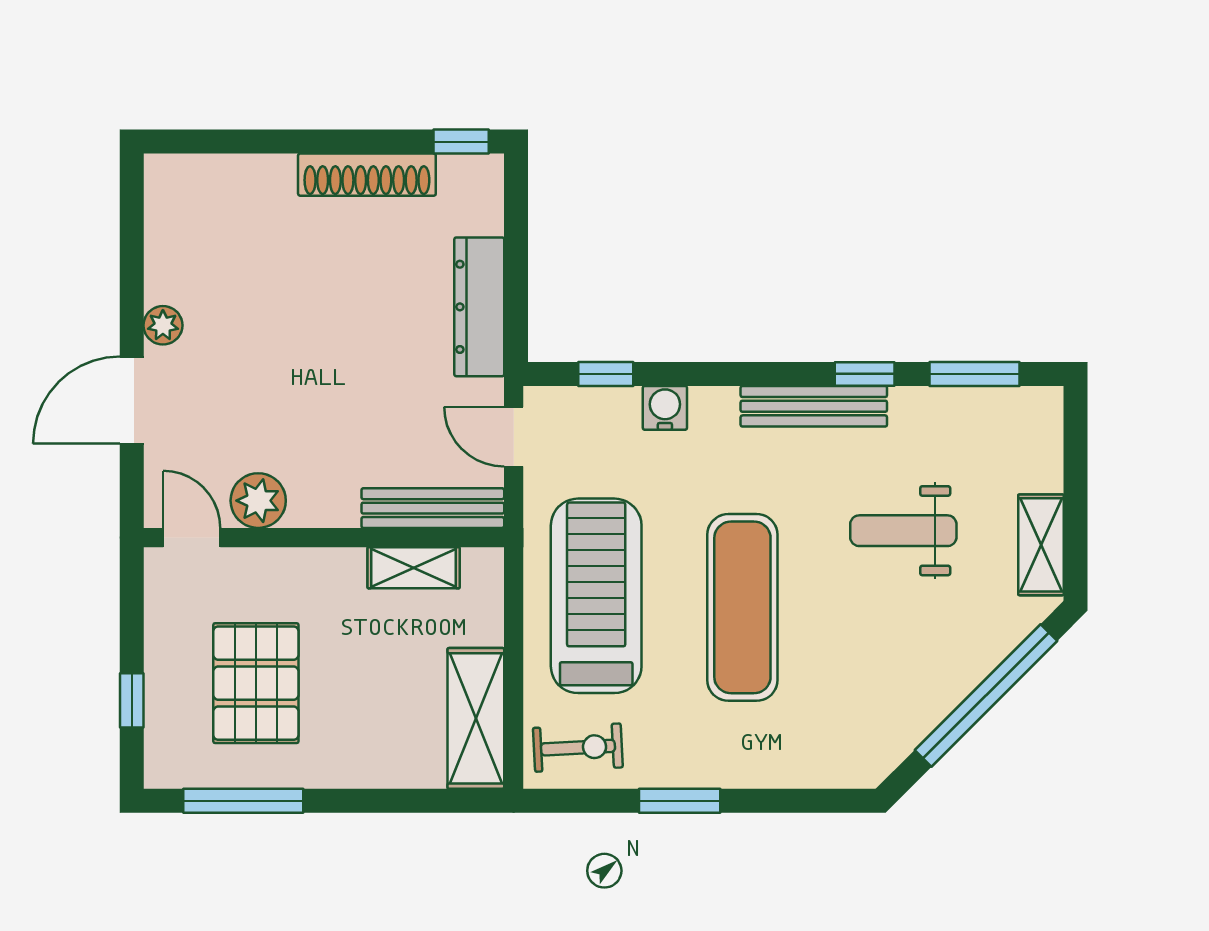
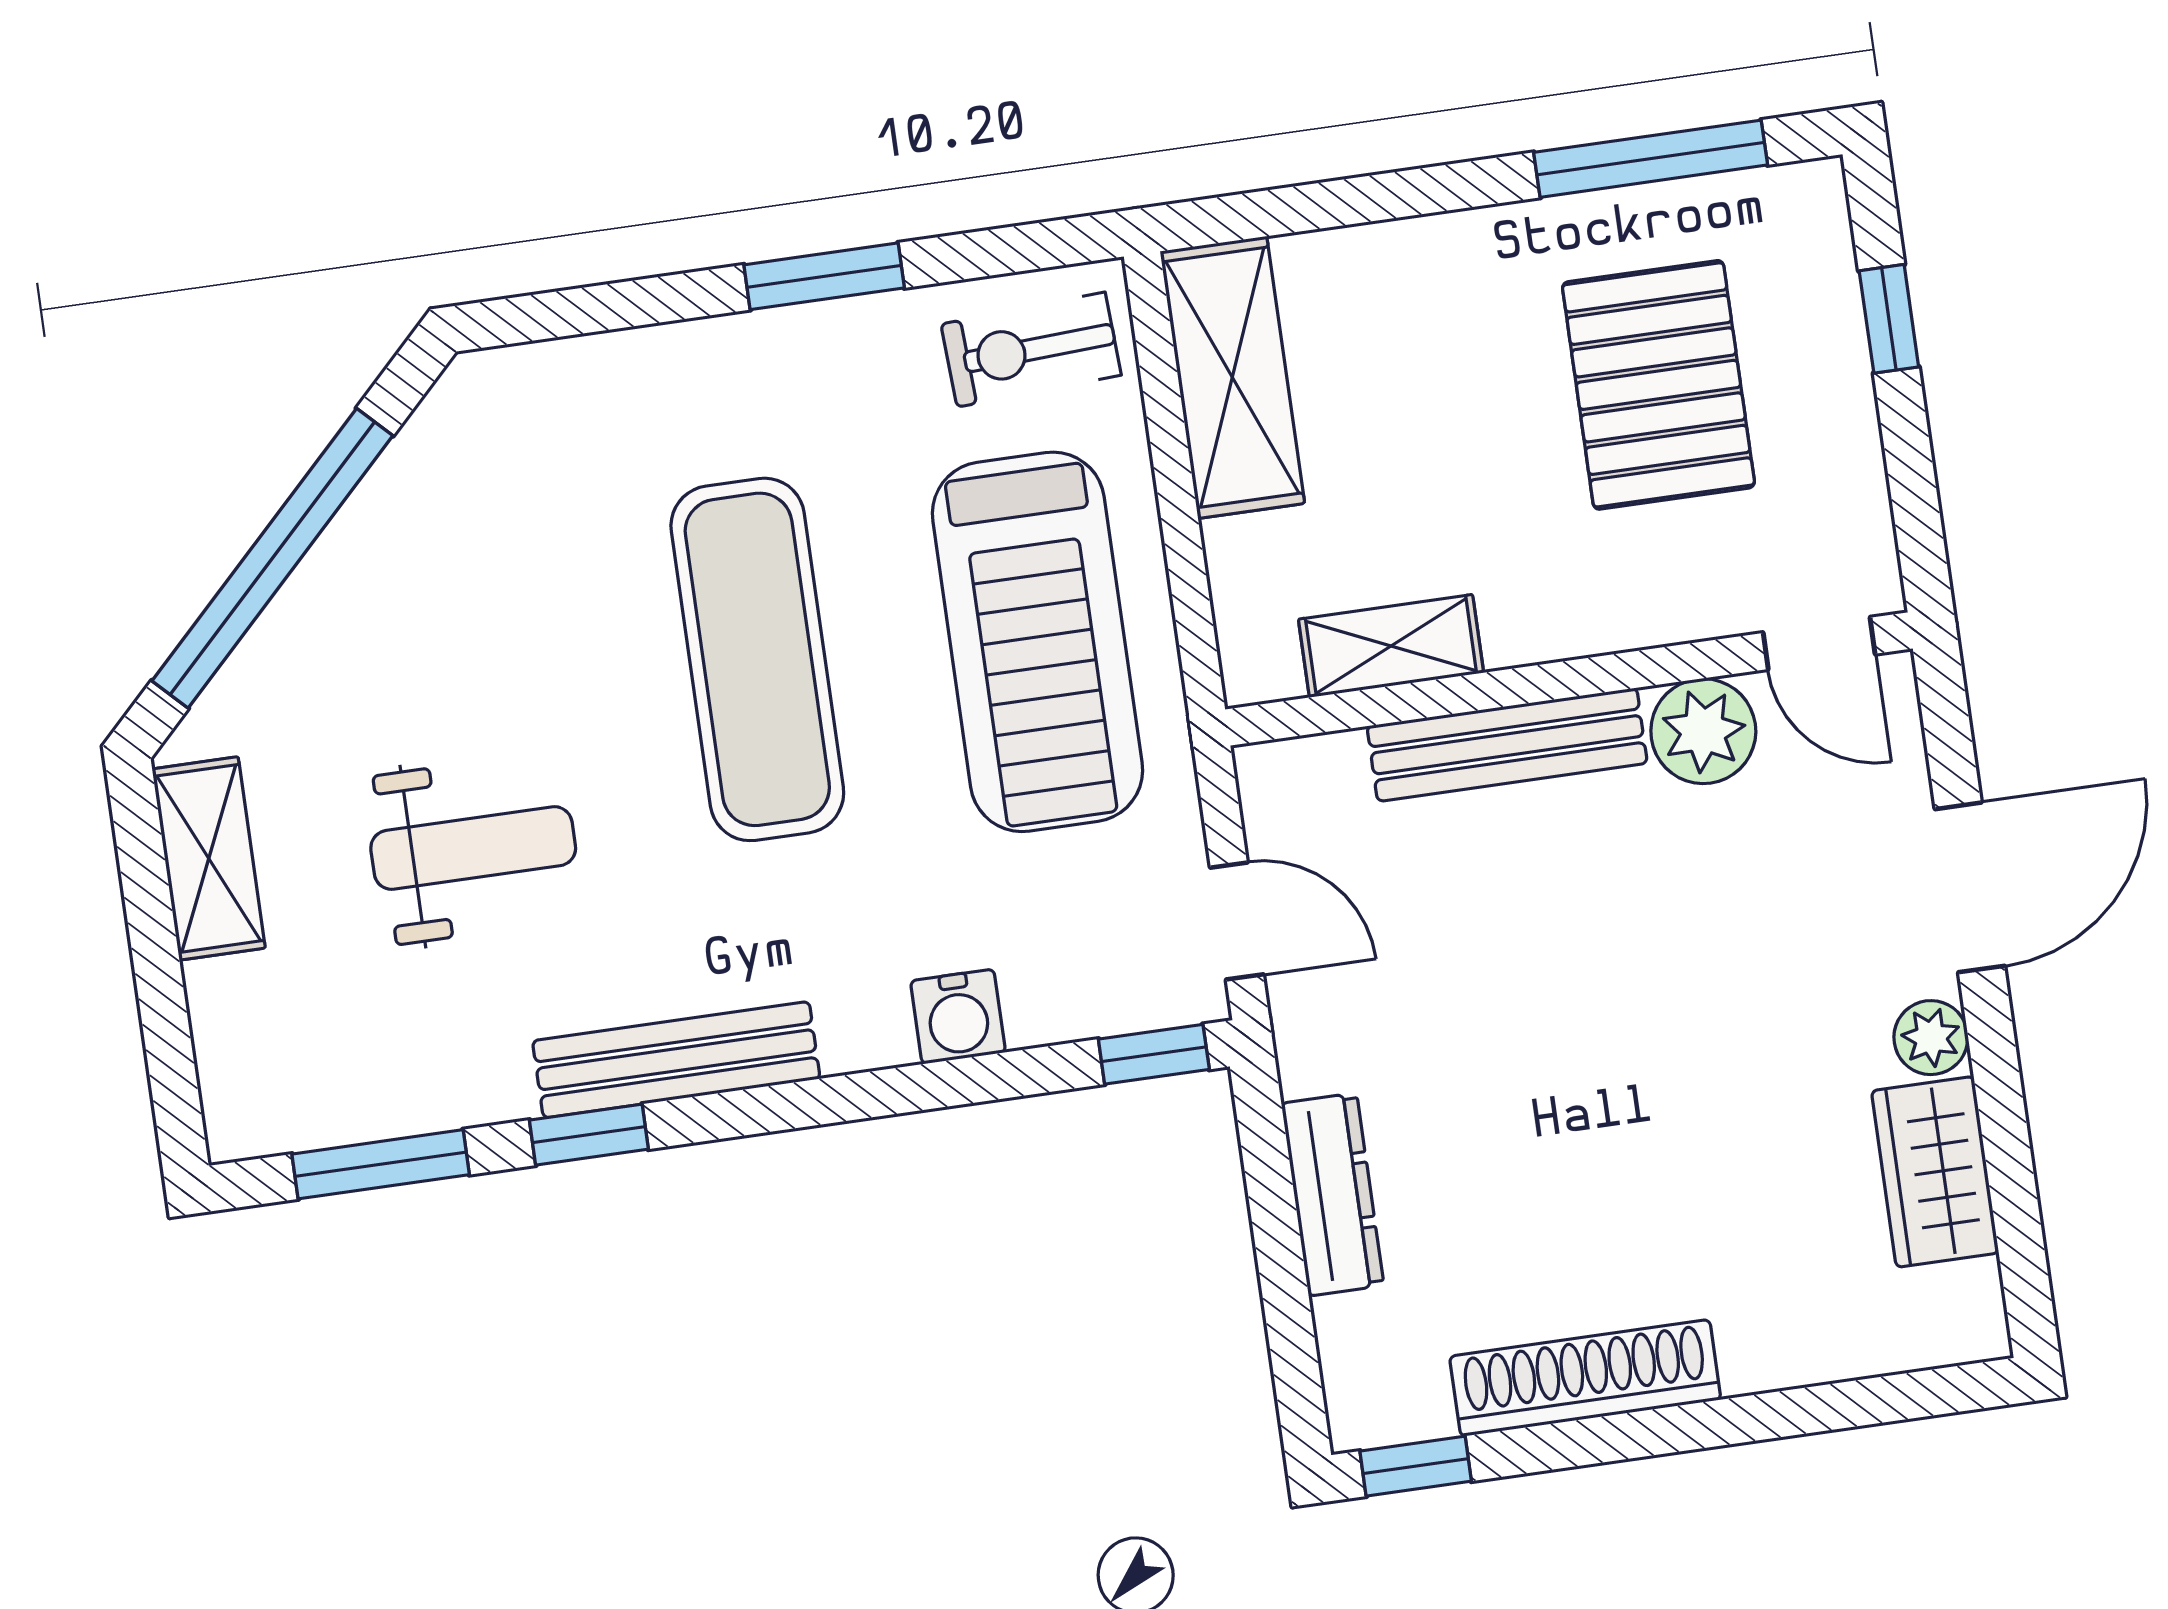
wardrobe: (171, 255) -> (1935, 1172), added
dresser: (479, 307) -> (1333, 1194), width x0.73, depth x0.80
window: (606, 374) -> (1154, 1054), moved
bench: (433, 508) -> (1507, 745), moved

